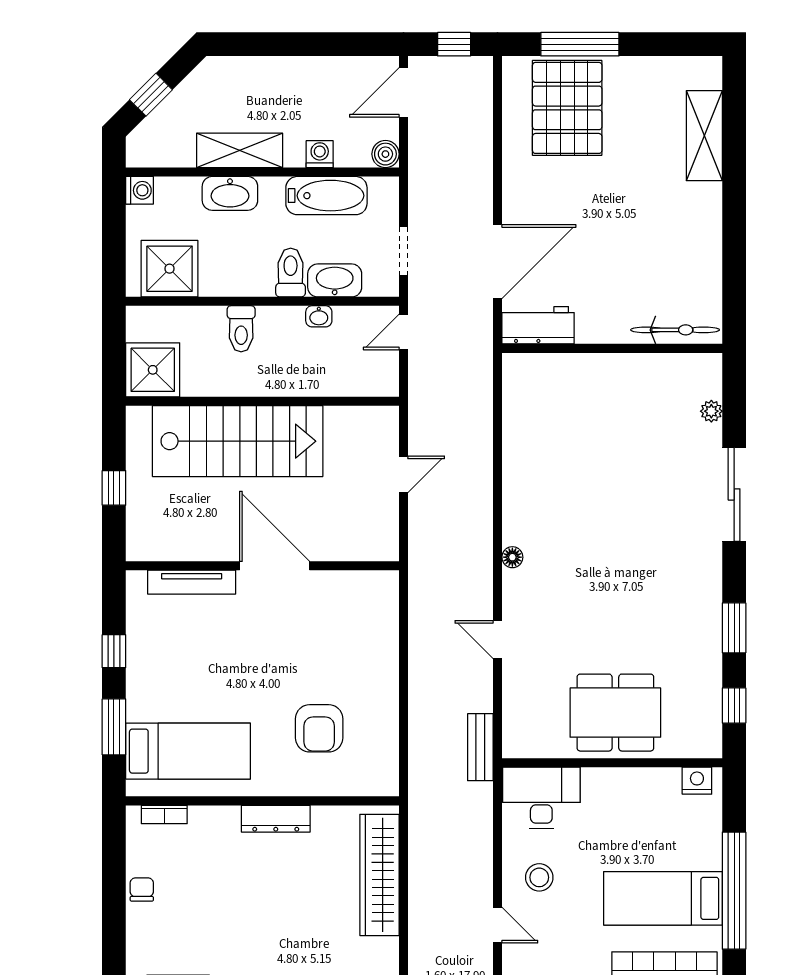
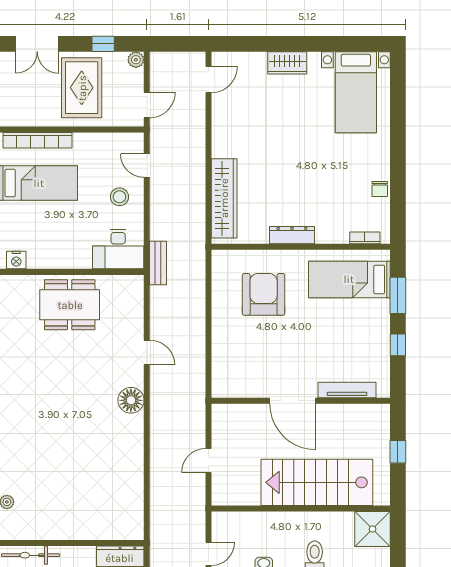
floor lamp: (512, 557) -> (131, 400), width x1.89, depth x1.89
armchair: (319, 728) -> (264, 294), width x1.36, depth x1.36
bench: (480, 747) -> (158, 263), moved

